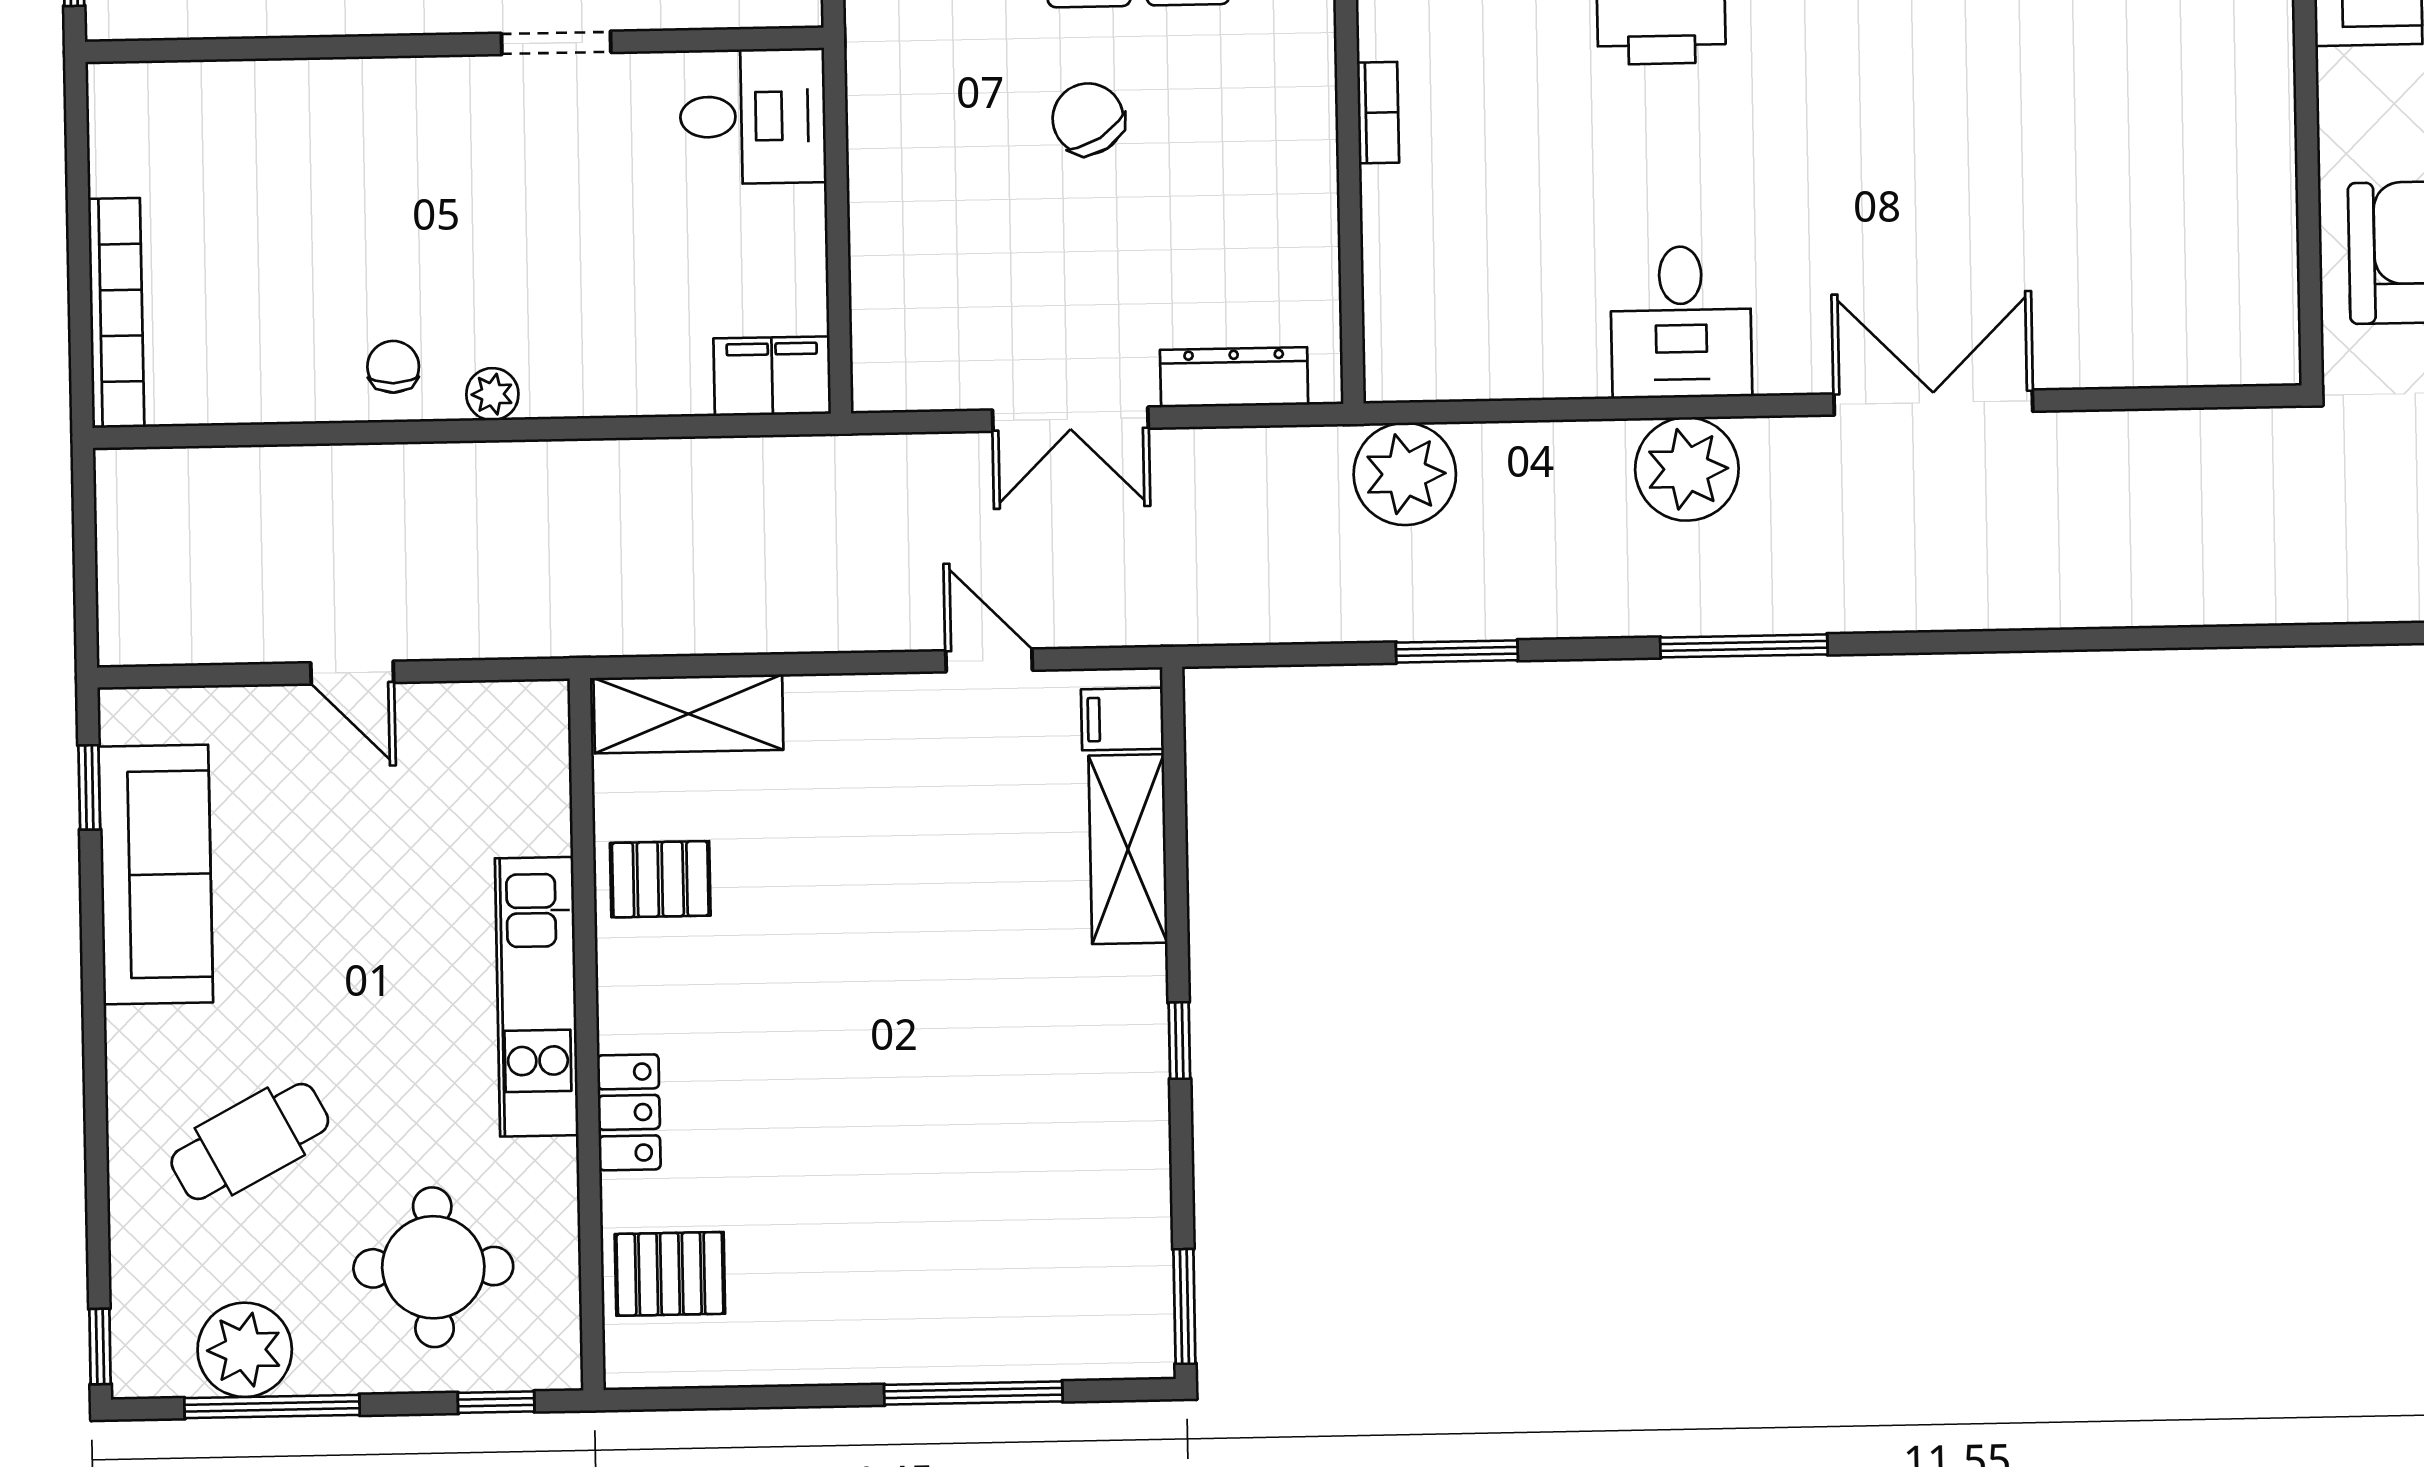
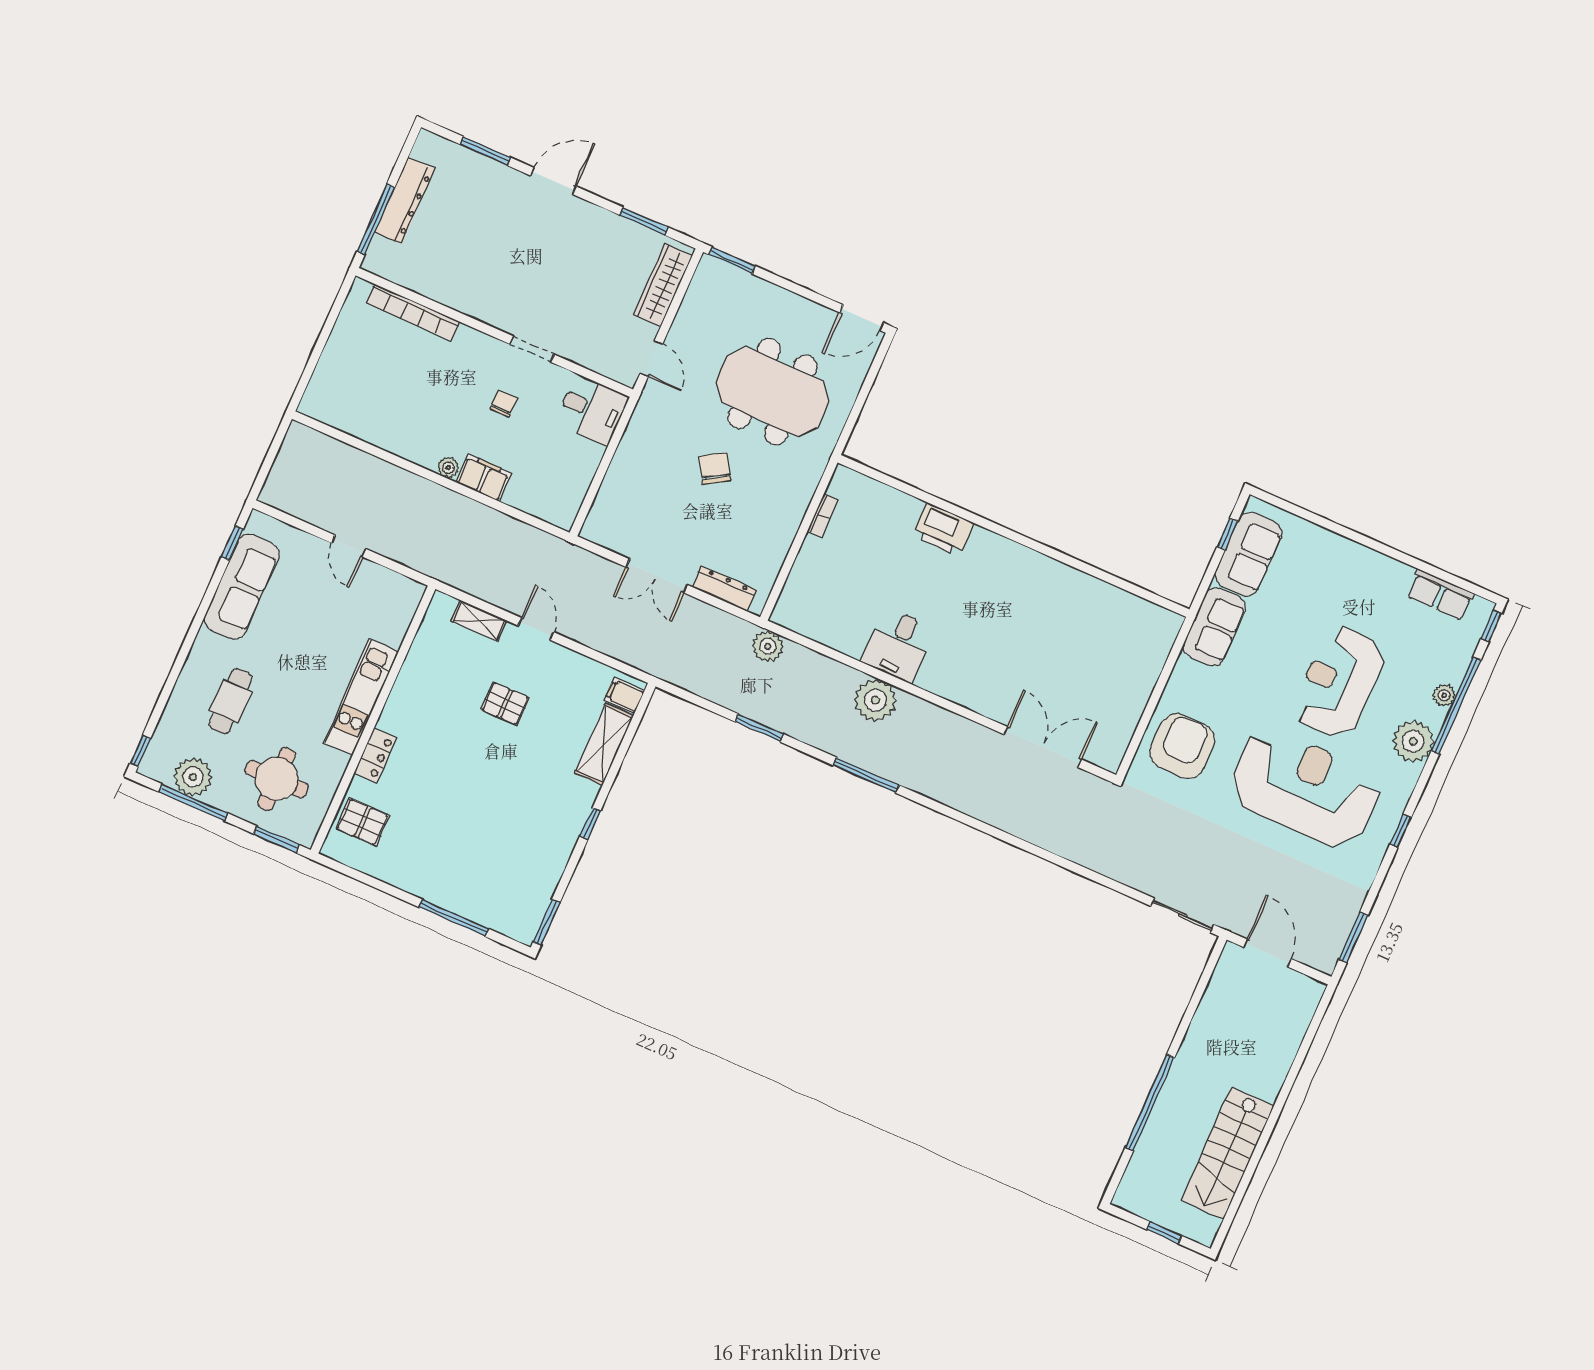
bookcase: (116, 313) -> (413, 312), moved, turned 90
chair: (393, 367) -> (504, 404), moved
filing cabinet: (772, 376) -> (484, 478), moved
double door: (1933, 403) -> (1043, 747), moved
plant: (1405, 474) -> (768, 646), width x0.73, depth x0.73
door: (989, 660) -> (536, 629), moved
shelving: (688, 714) -> (479, 621), width x0.67, depth x0.75
pallet: (660, 879) -> (505, 704), moved
cafe table: (250, 1141) -> (231, 701), turned -62
window: (496, 1402) -> (277, 839), width x1.50

